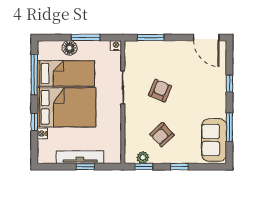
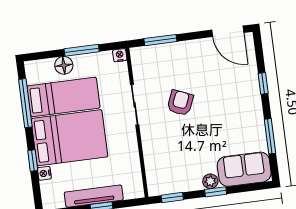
armchair: (162, 135) -> (189, 156), removed
sofa: (214, 140) -> (244, 169), moved, turned 90
plant: (143, 157) -> (210, 181), moved

